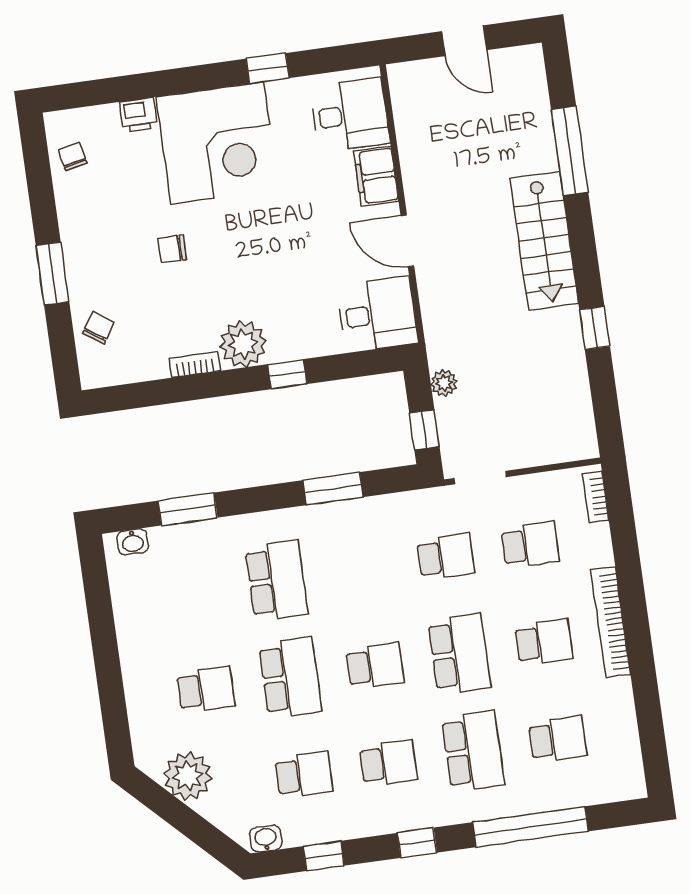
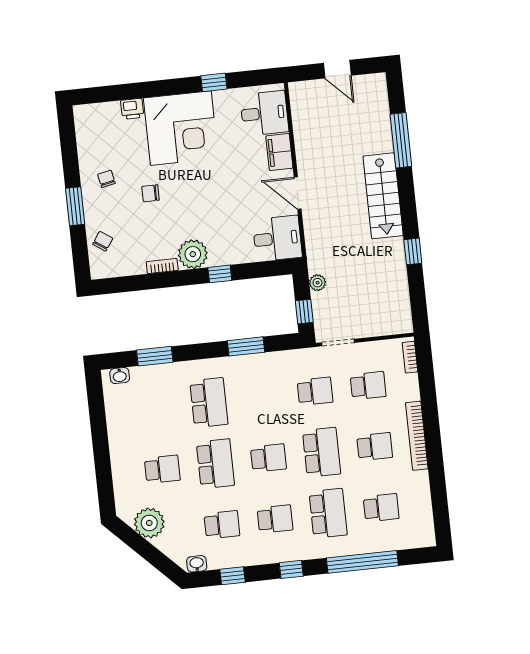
chair: (72, 157) -> (106, 179), moved

